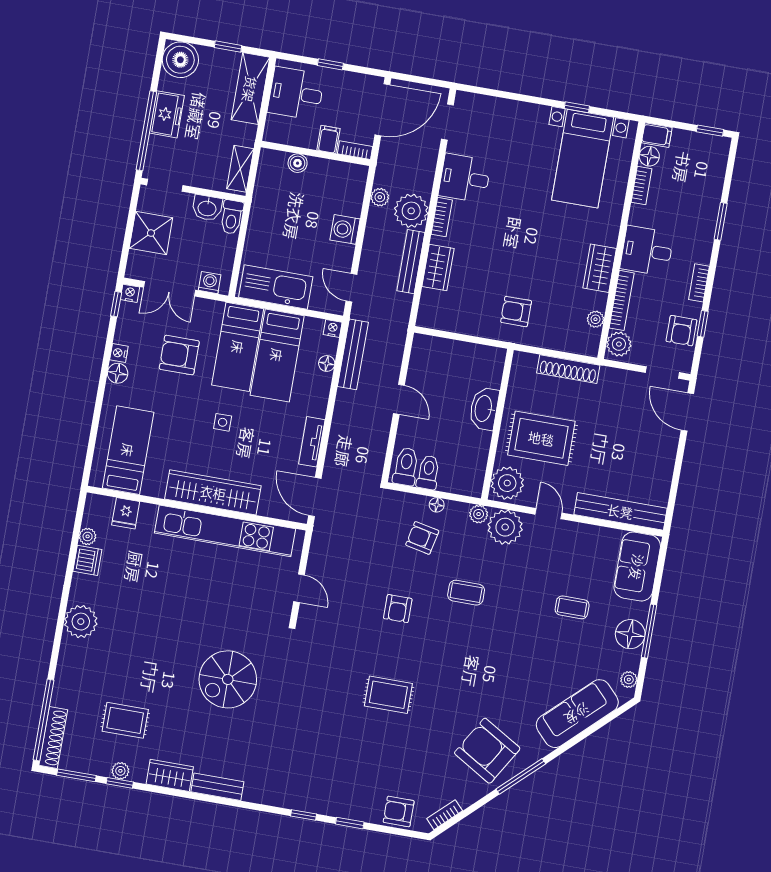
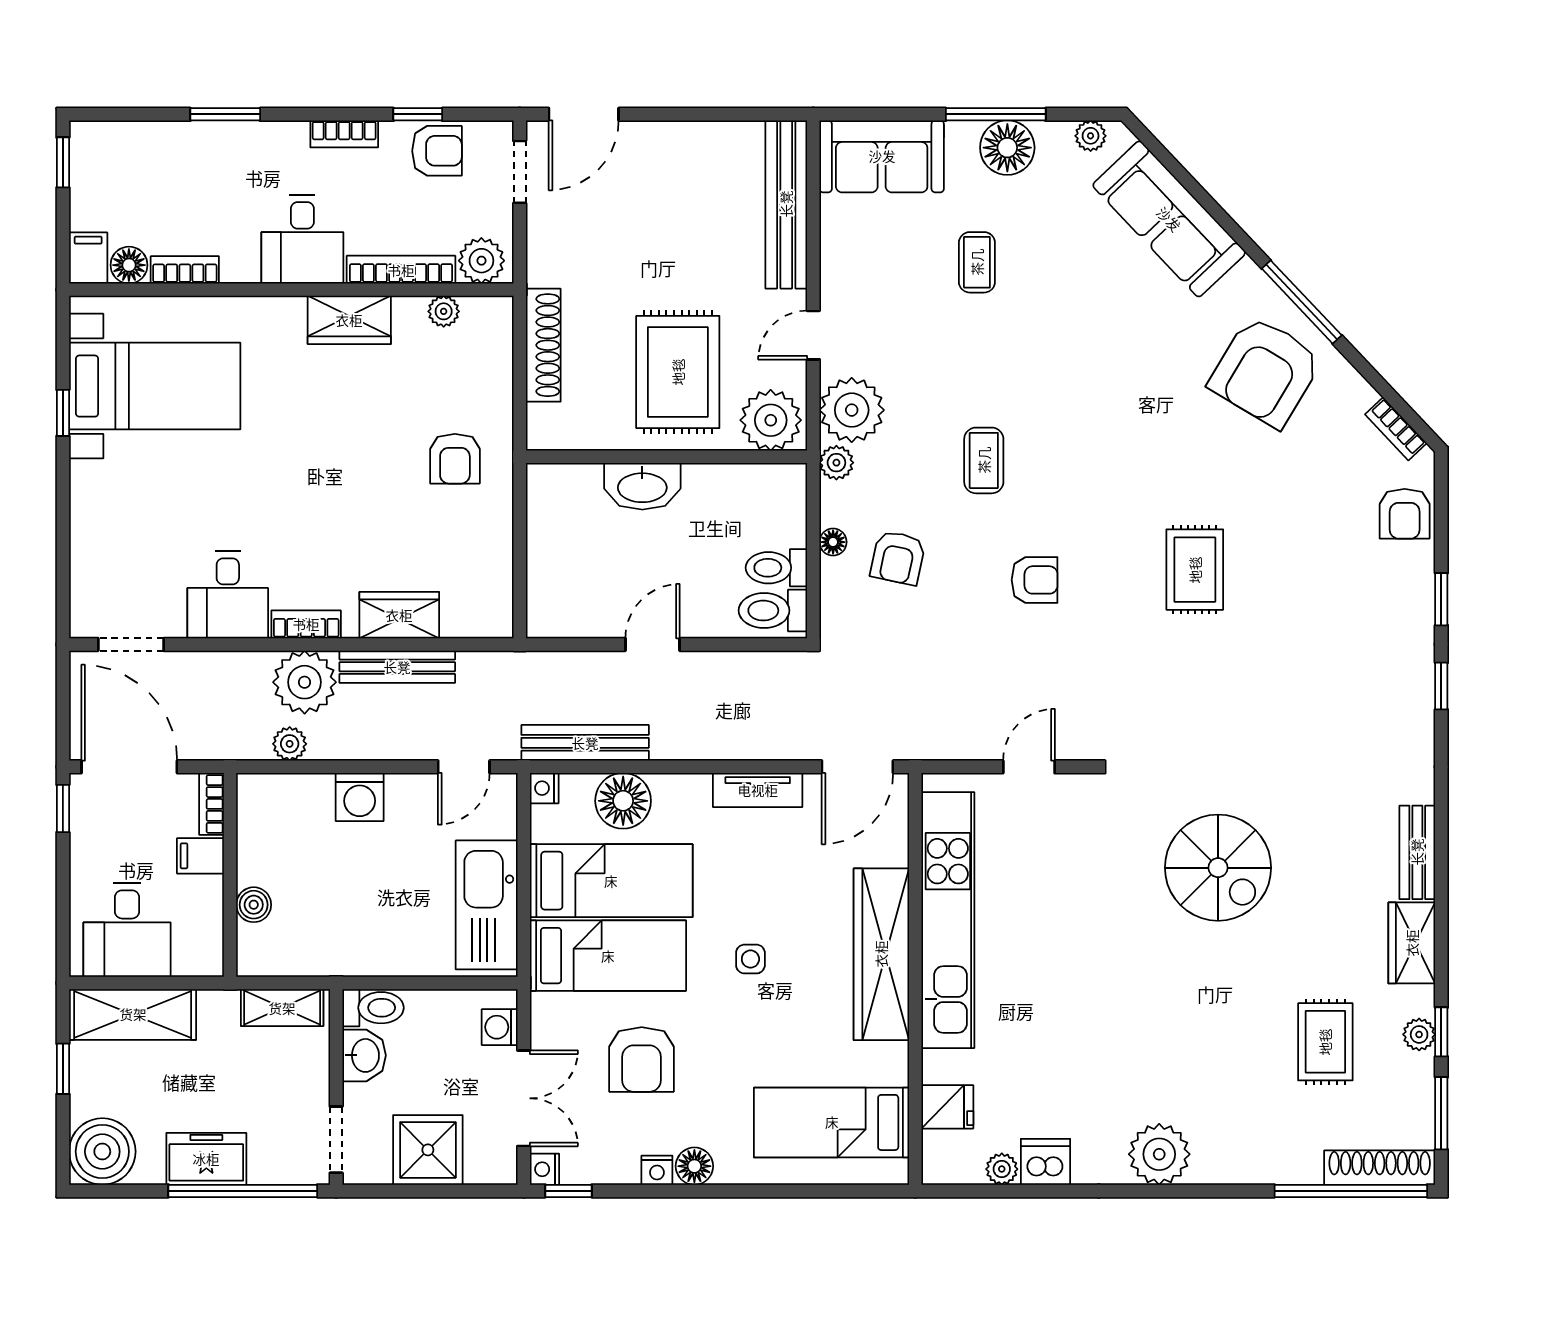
window: (330, 64) -> (63, 808), moved
floor lamp: (327, 363) -> (623, 801), width x1.89, depth x1.89

